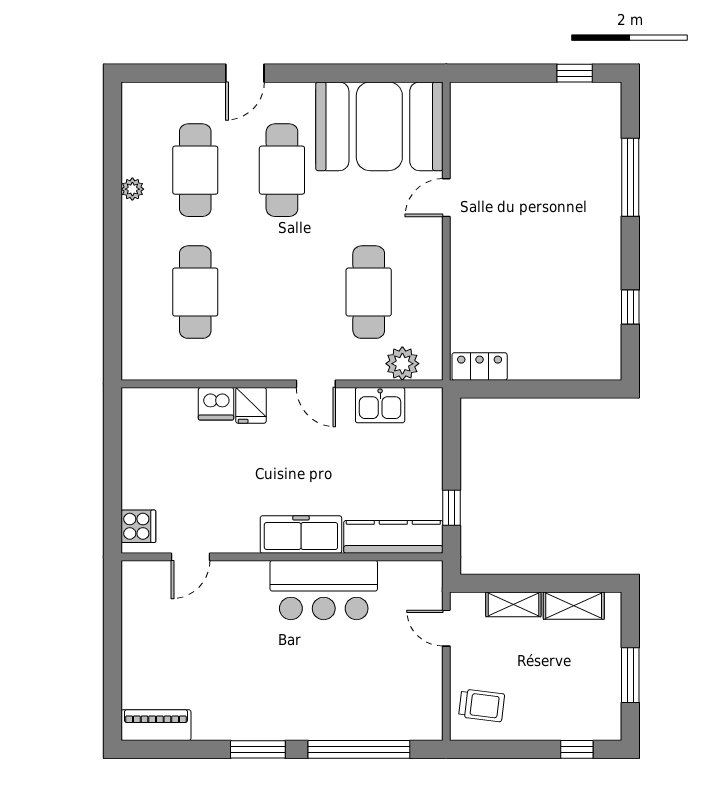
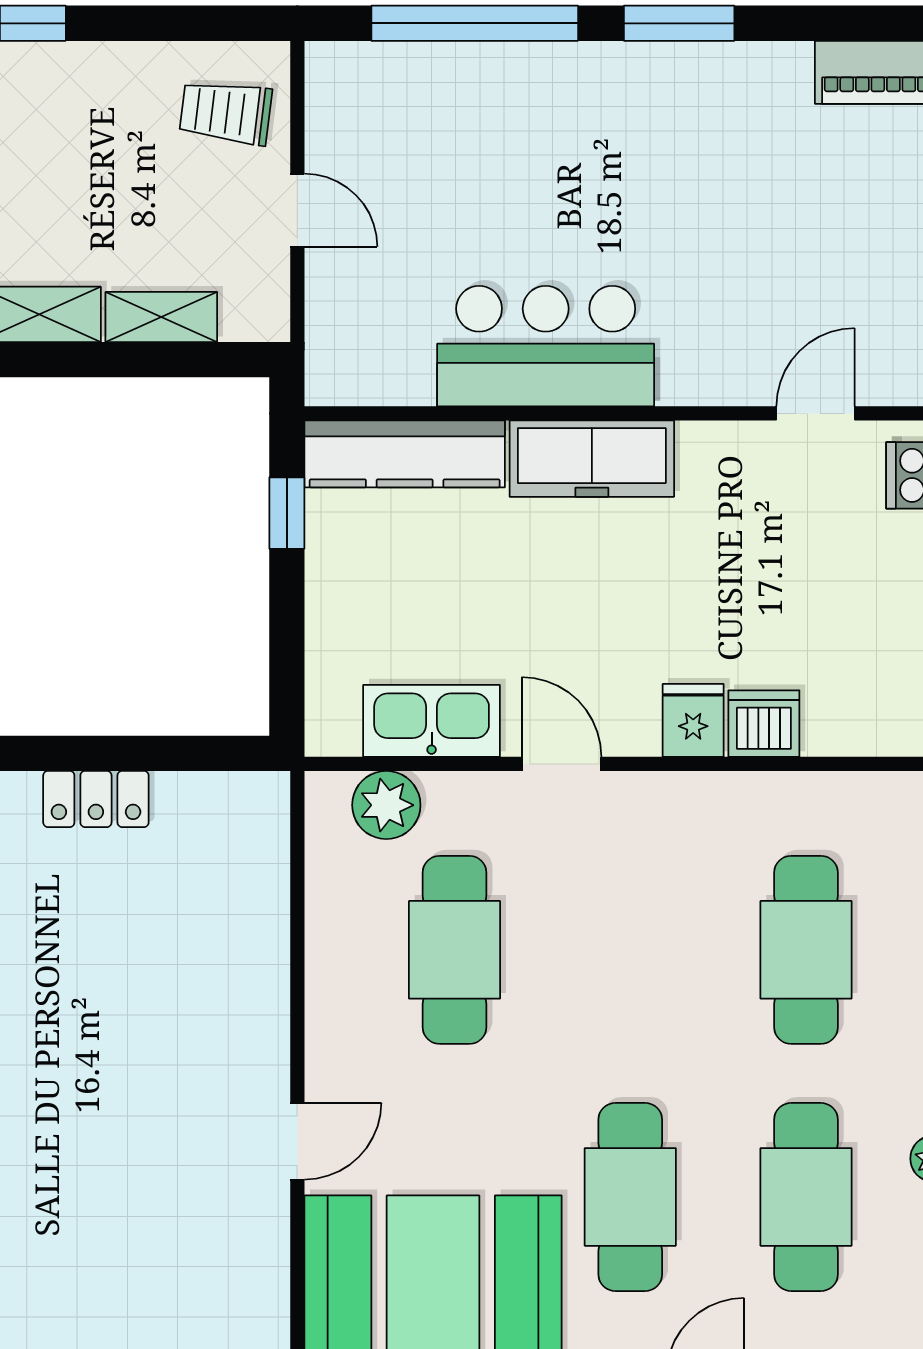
locker: (480, 367) -> (96, 799), moved
kitchen sink: (380, 405) -> (432, 721), width x1.38
door: (446, 628) -> (297, 210), moved

